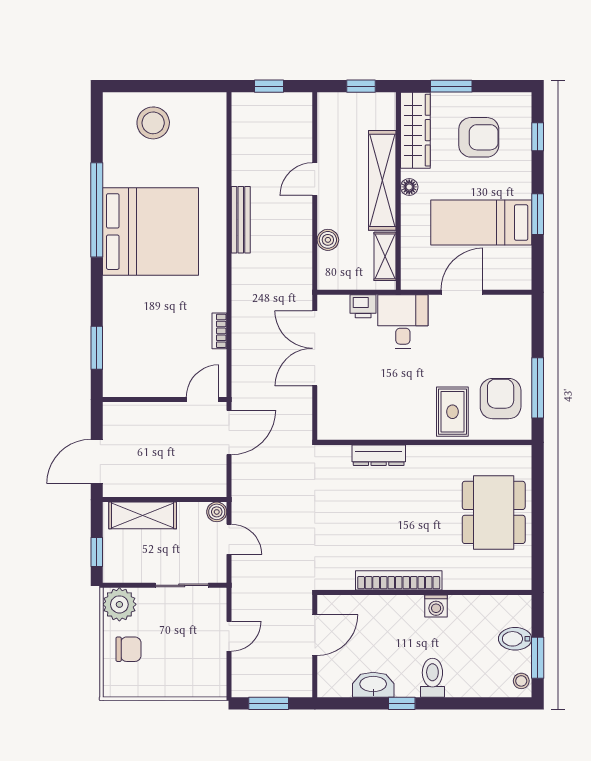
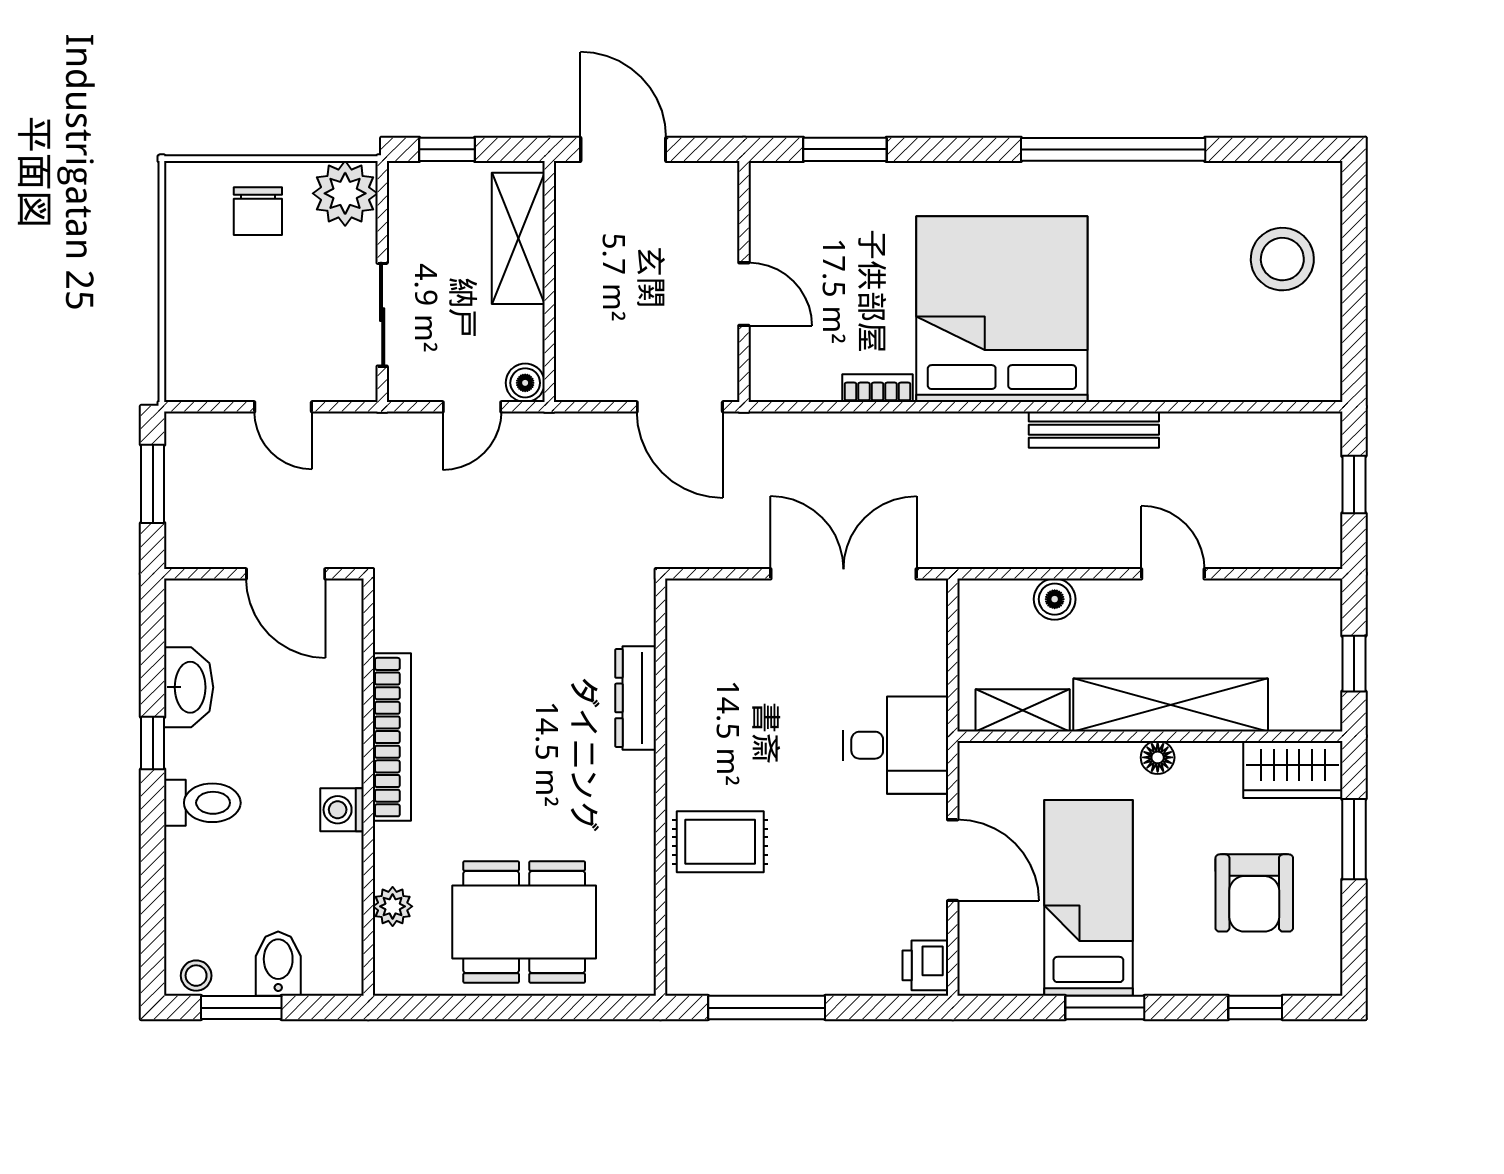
wardrobe: (415, 130) -> (1293, 769), width x0.67
bed: (150, 232) -> (1002, 309), moved, turned 180
printer: (363, 306) -> (925, 965), moved
door: (203, 399) -> (744, 294), moved
armchair: (501, 399) -> (746, 935), removed
plant: (486, 580) -> (393, 906), added

